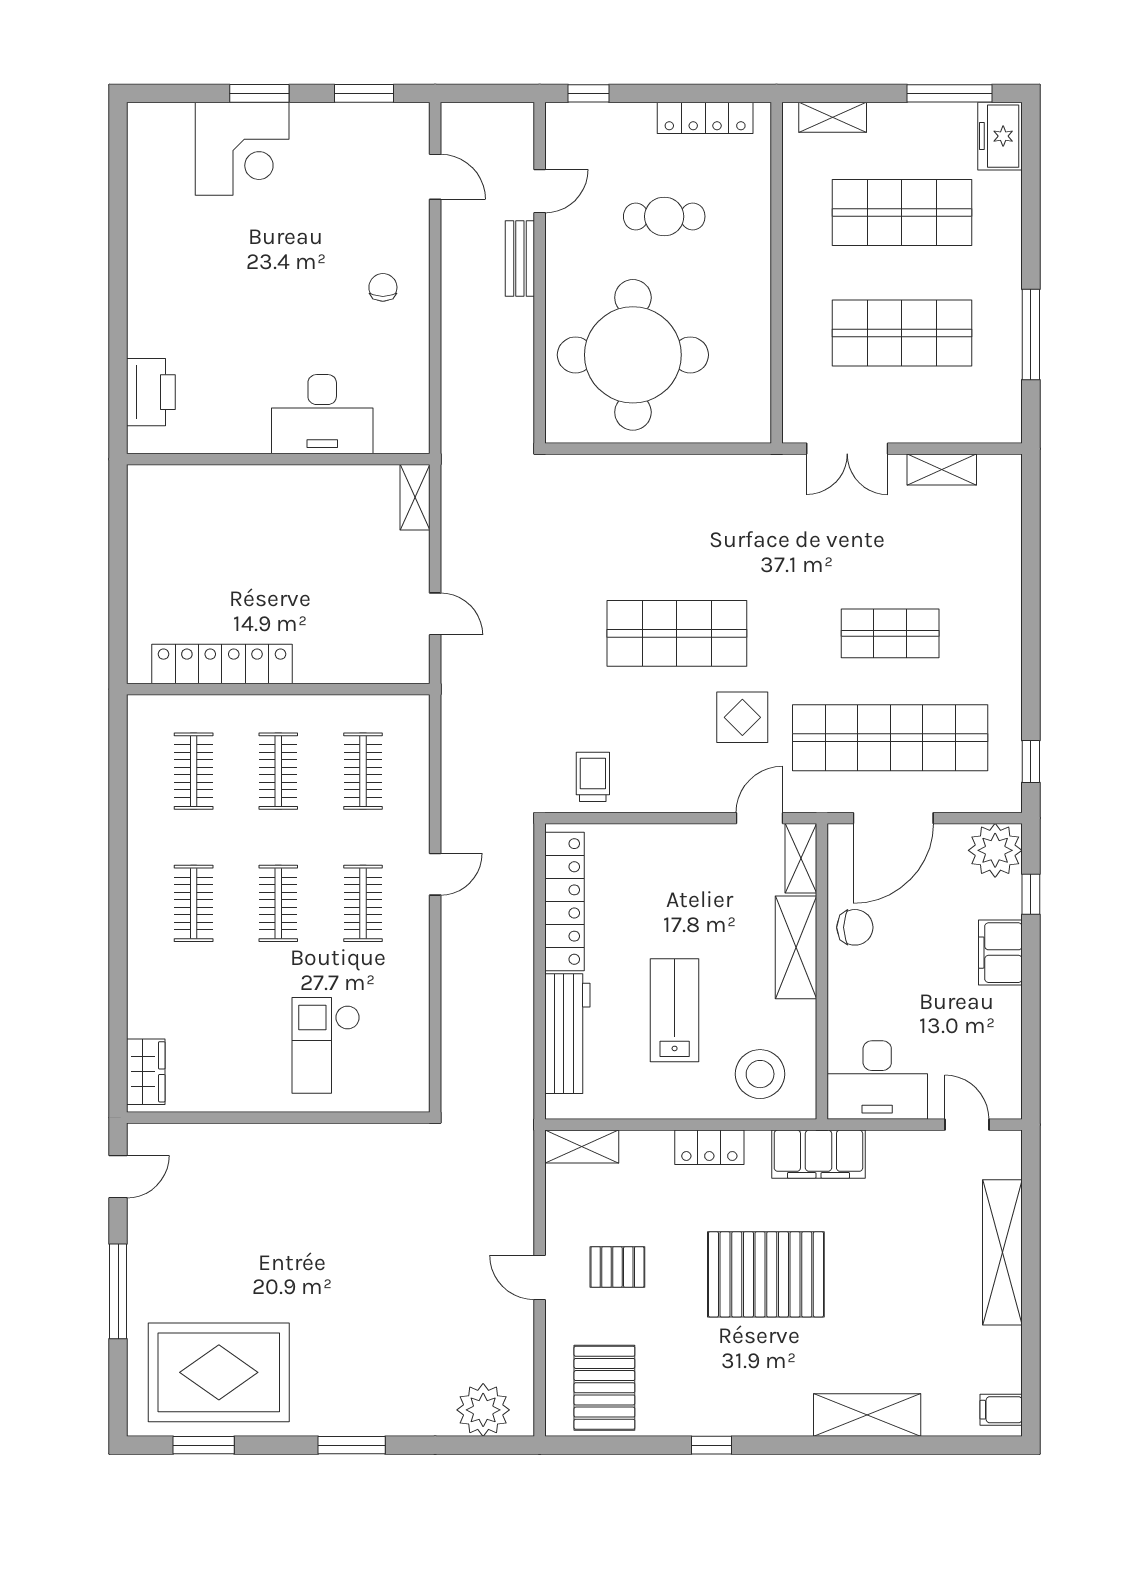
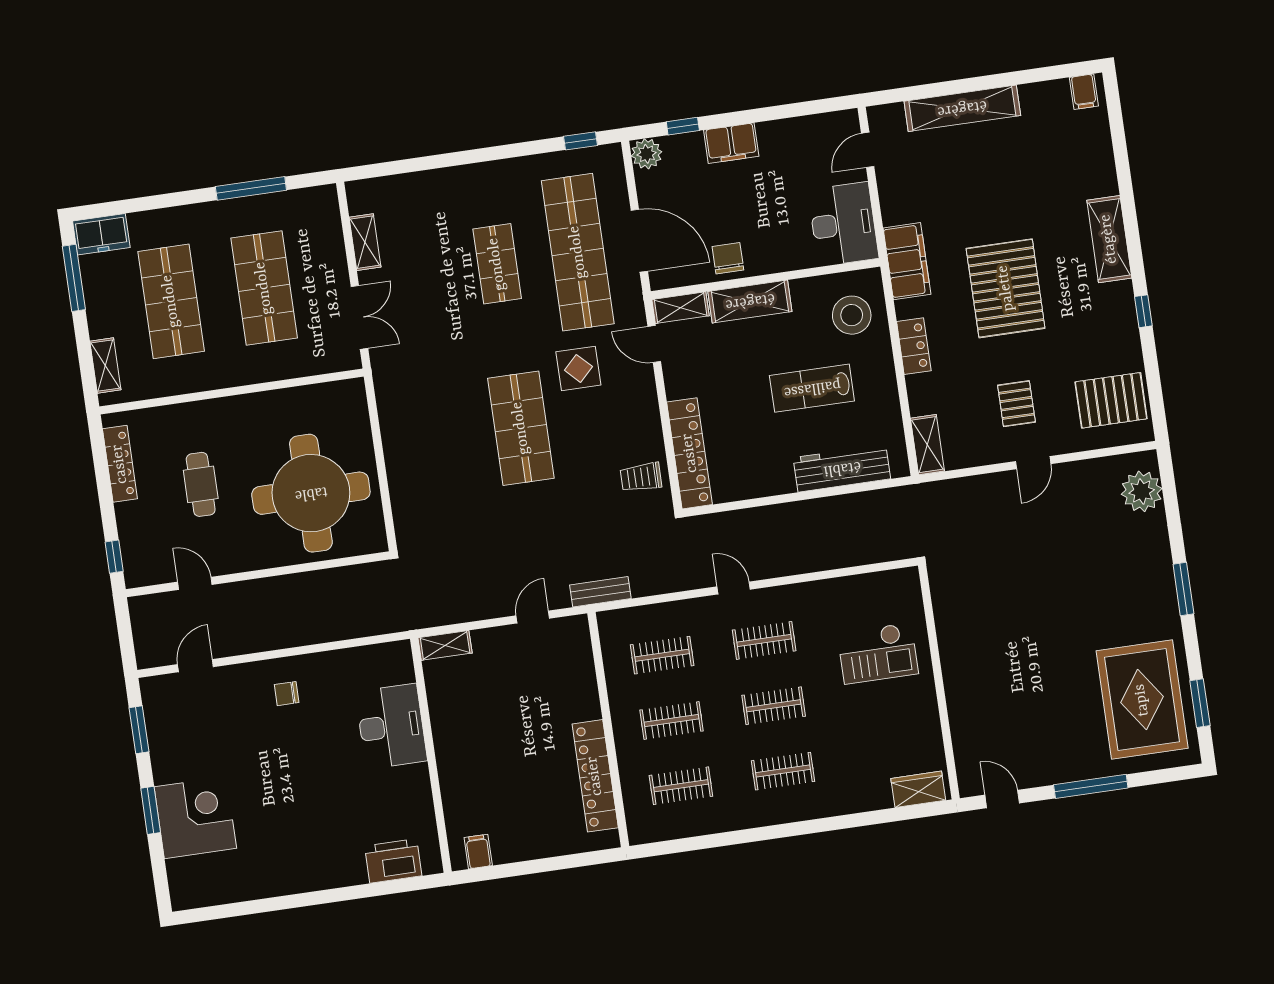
bench: (520, 259) -> (600, 592), moved
filing cabinet: (147, 502) -> (478, 852), added
plant: (995, 850) -> (647, 154), width x0.73, depth x0.73
locker: (564, 901) -> (690, 453), moved, turned 90
shelving: (867, 1415) -> (1109, 239), moved

